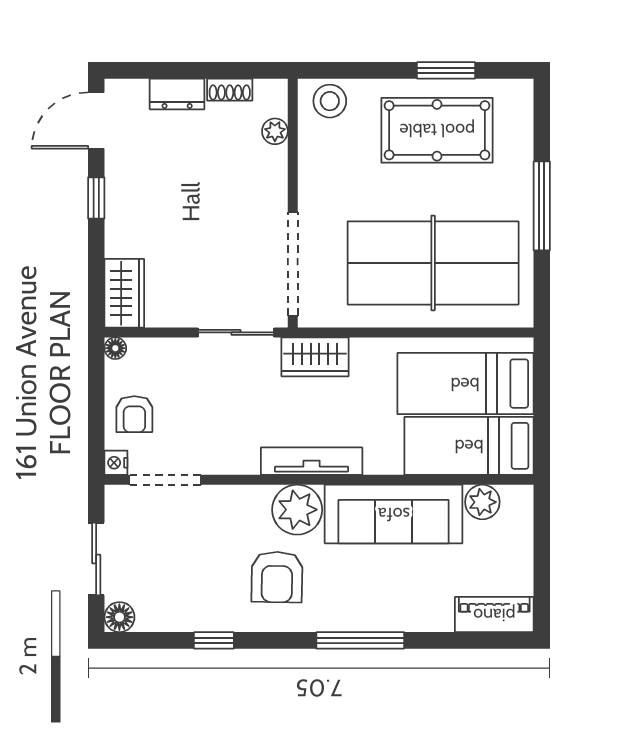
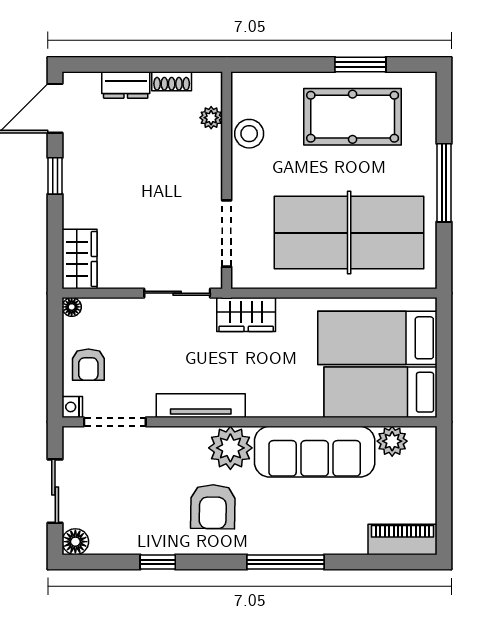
stool: (330, 101) -> (249, 134), moved
doorway: (293, 264) -> (227, 233), width x0.73
tv unit: (312, 461) -> (201, 406), moved

